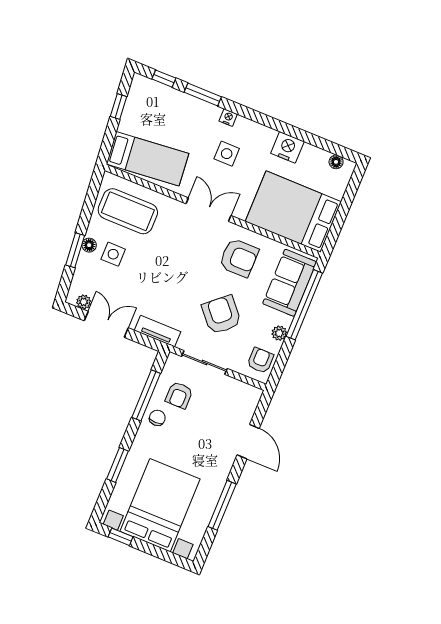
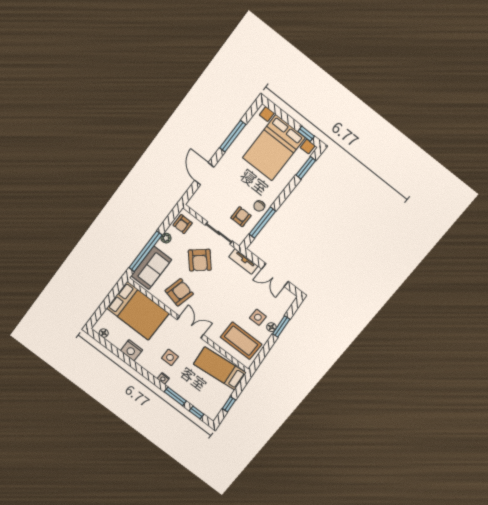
double door: (209, 210) -> (190, 327), swing flipped
armchair: (239, 258) -> (179, 292), turned 104
plant: (84, 302) -> (285, 293), removed
window: (118, 465) -> (306, 168), moved

